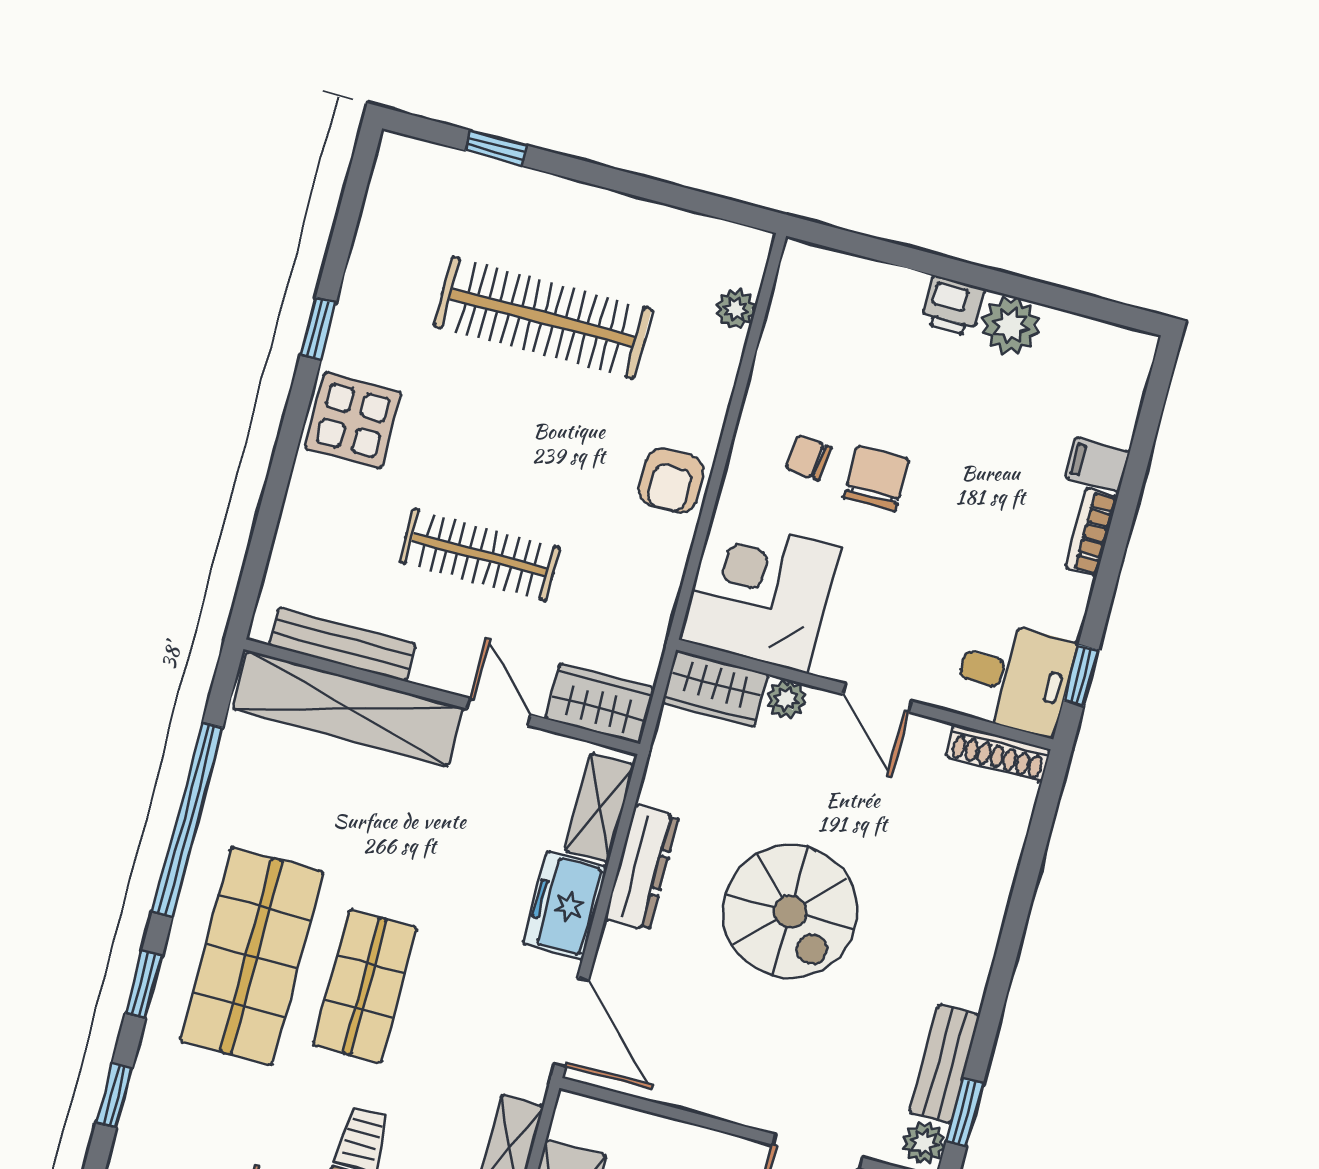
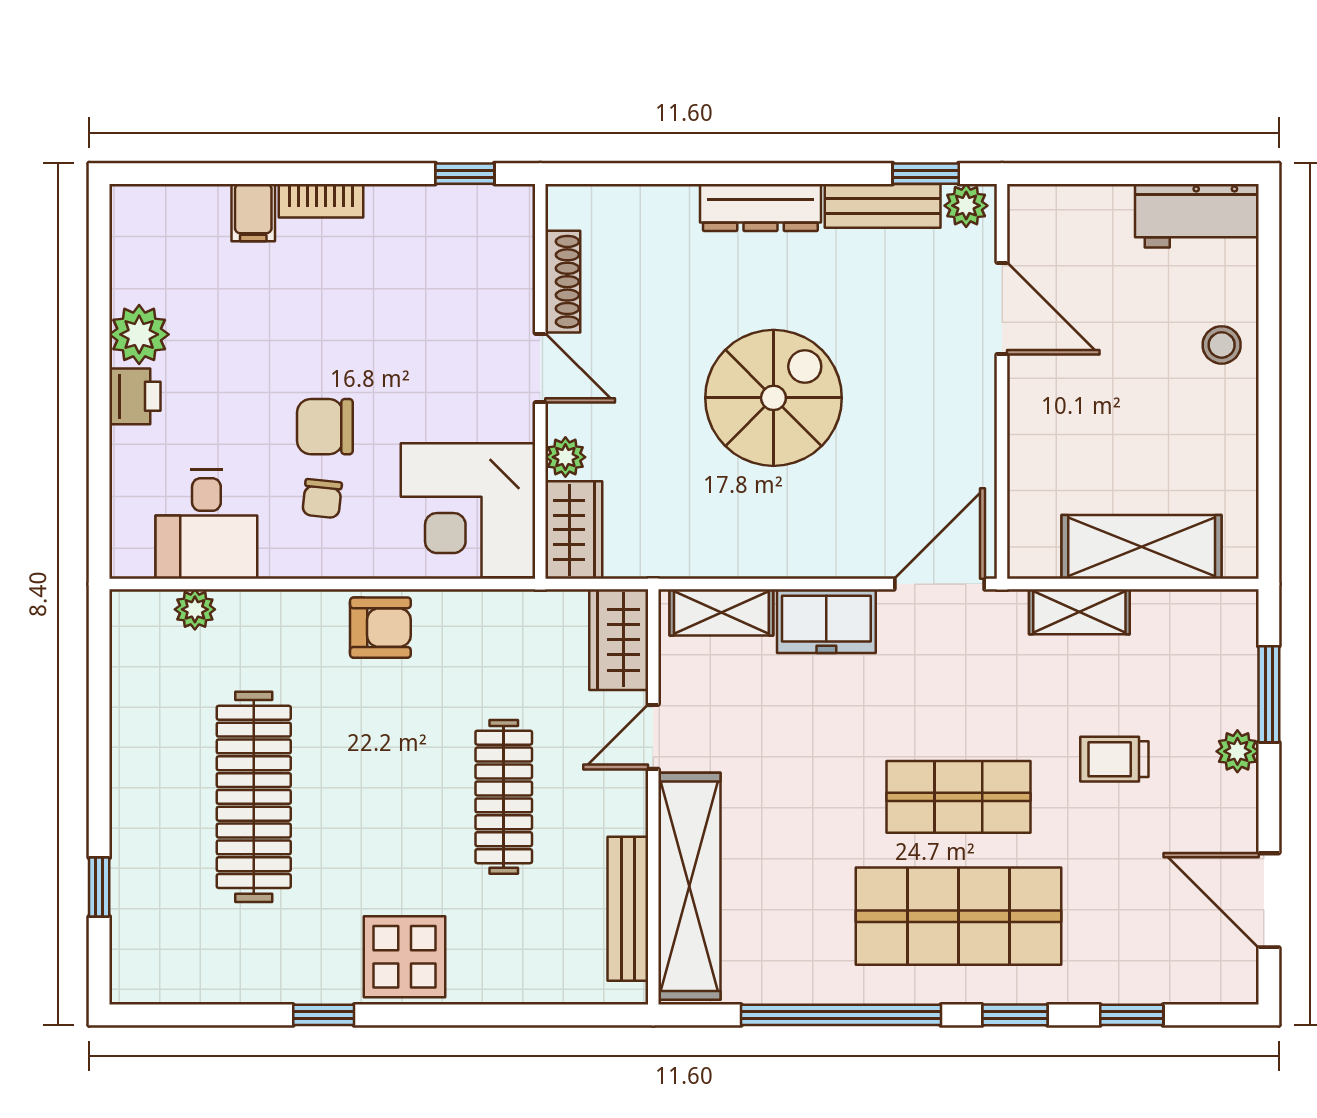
desk: (1014, 677) -> (206, 524), moved, turned 180
door: (877, 698) -> (540, 368), hinge flipped
shoe rack: (998, 753) -> (563, 282), moved
dresser: (642, 868) -> (760, 208), moved, turned 180

